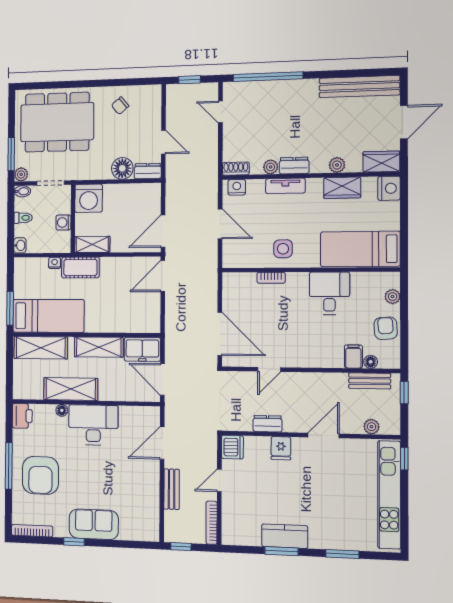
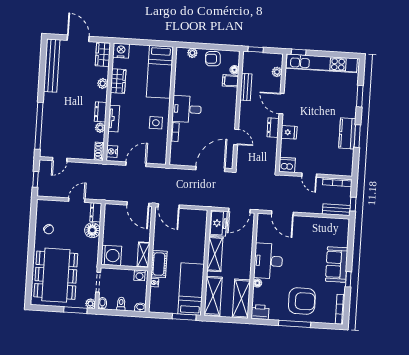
washing machine: (63, 222) -> (140, 275), moved
desk: (329, 293) -> (187, 109), moved
bench: (370, 381) -> (246, 87), moved
shelving: (71, 389) -> (241, 299), moved
dresser: (267, 424) -> (273, 128), moved
bench: (172, 489) -> (336, 210), moved

